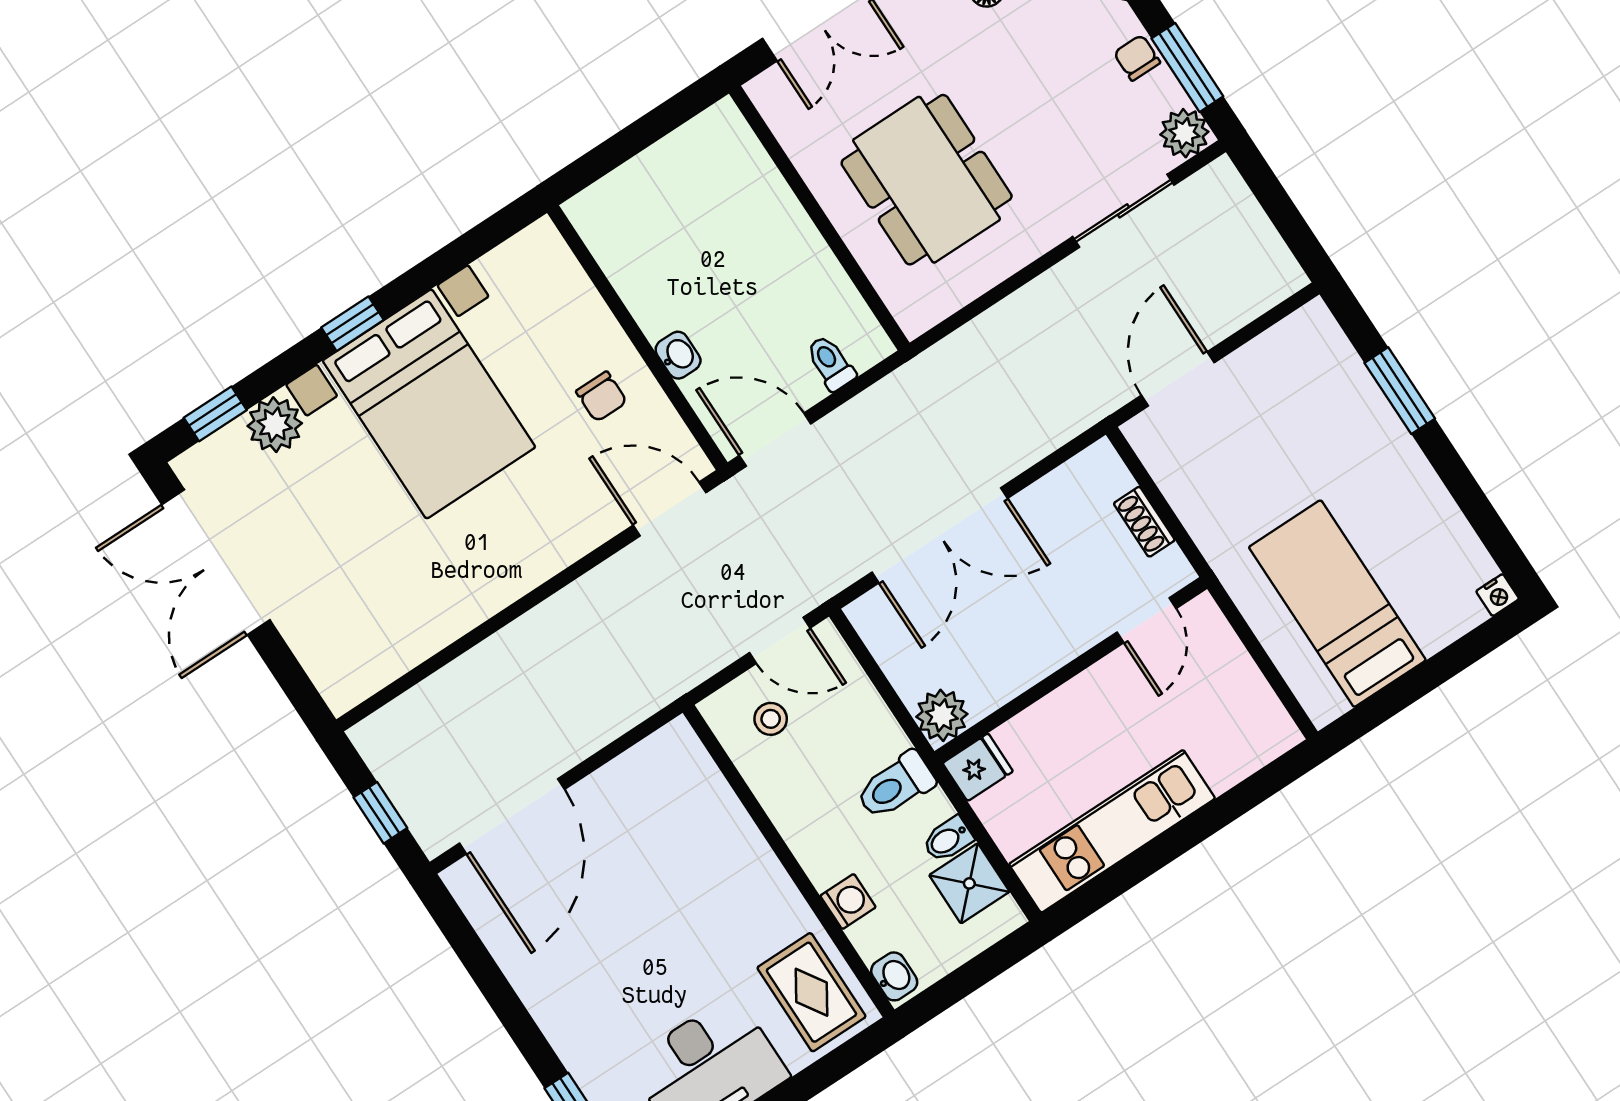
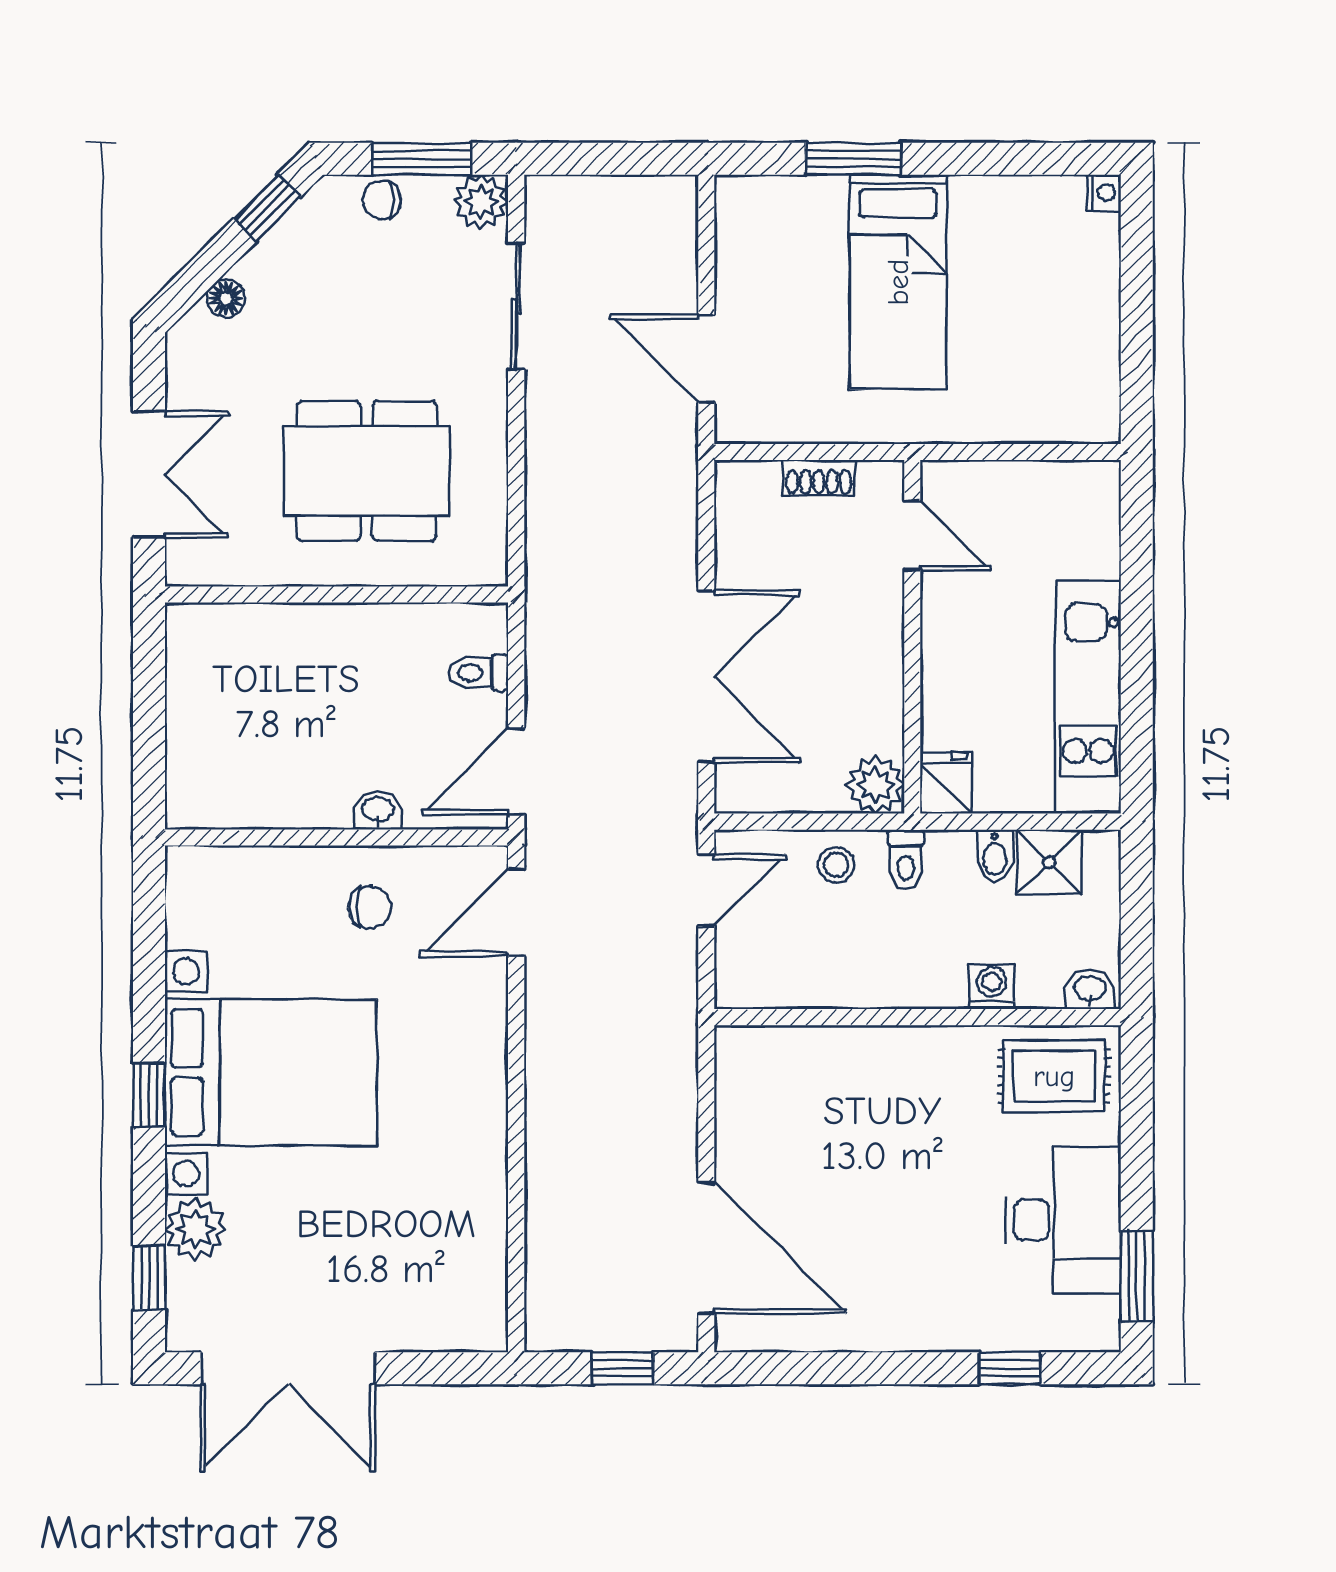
bed: (1337, 604) -> (898, 282), moved, turned -90
stool: (771, 719) -> (836, 865), moved
toilet: (896, 786) -> (906, 860), width x0.73, depth x0.72

